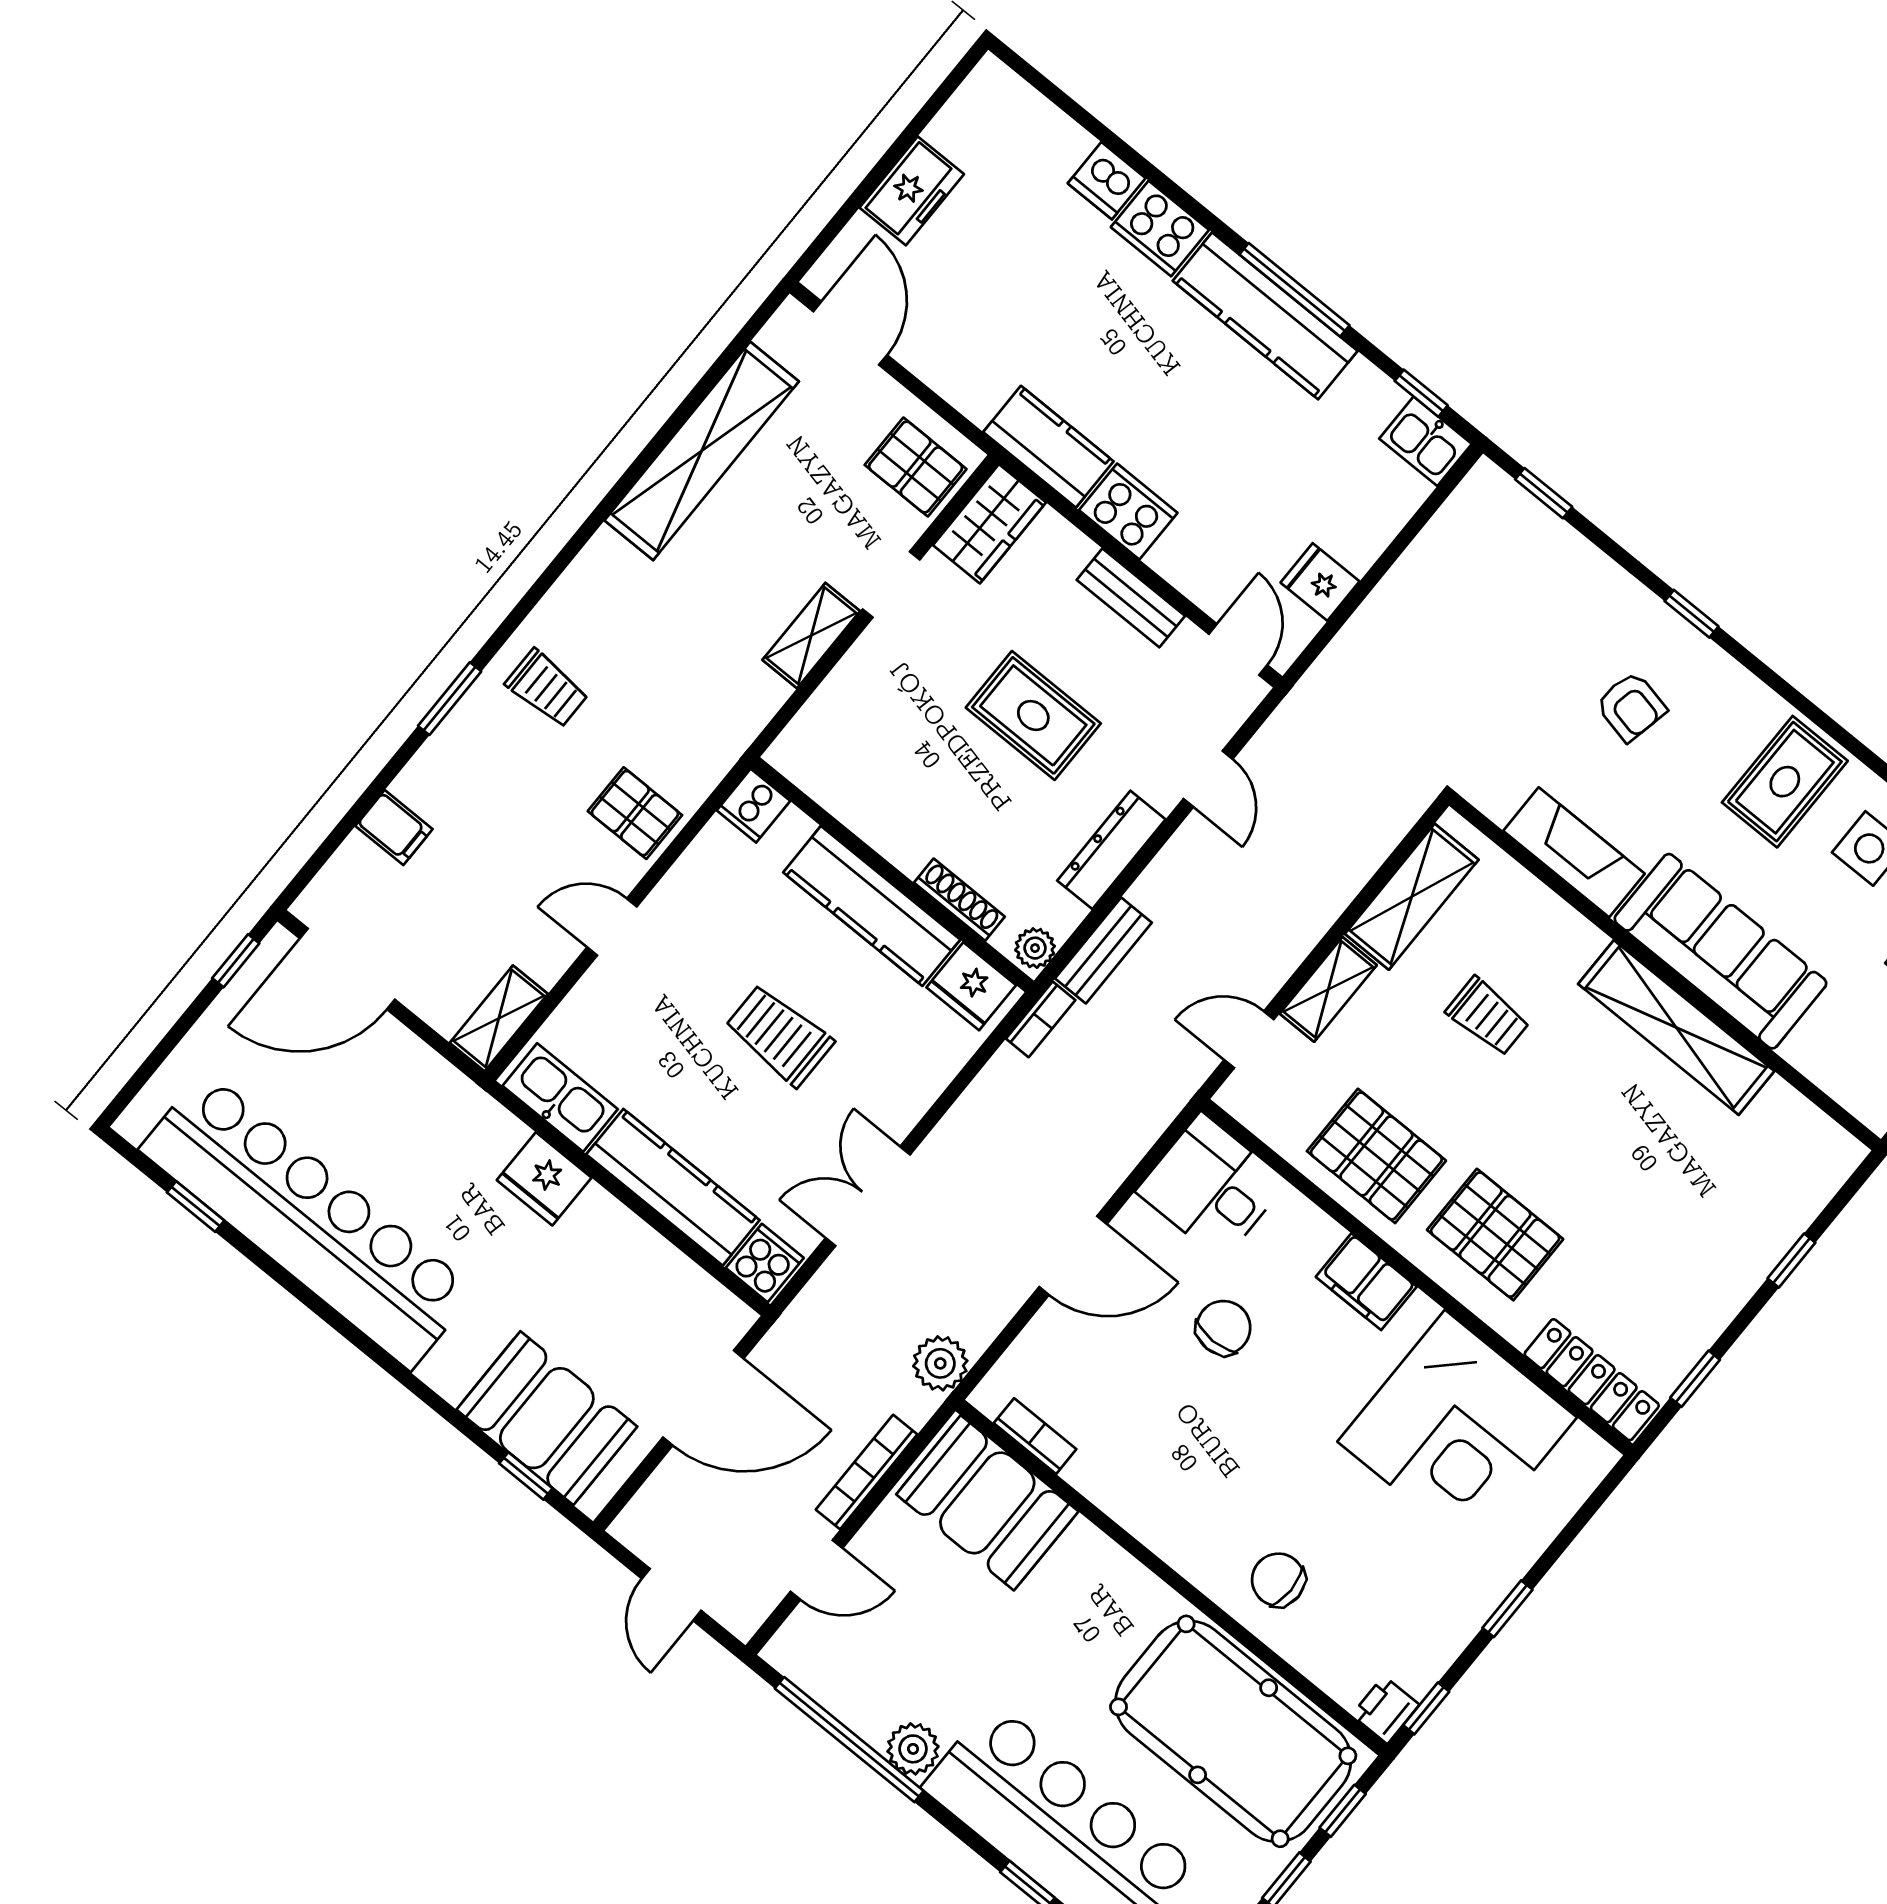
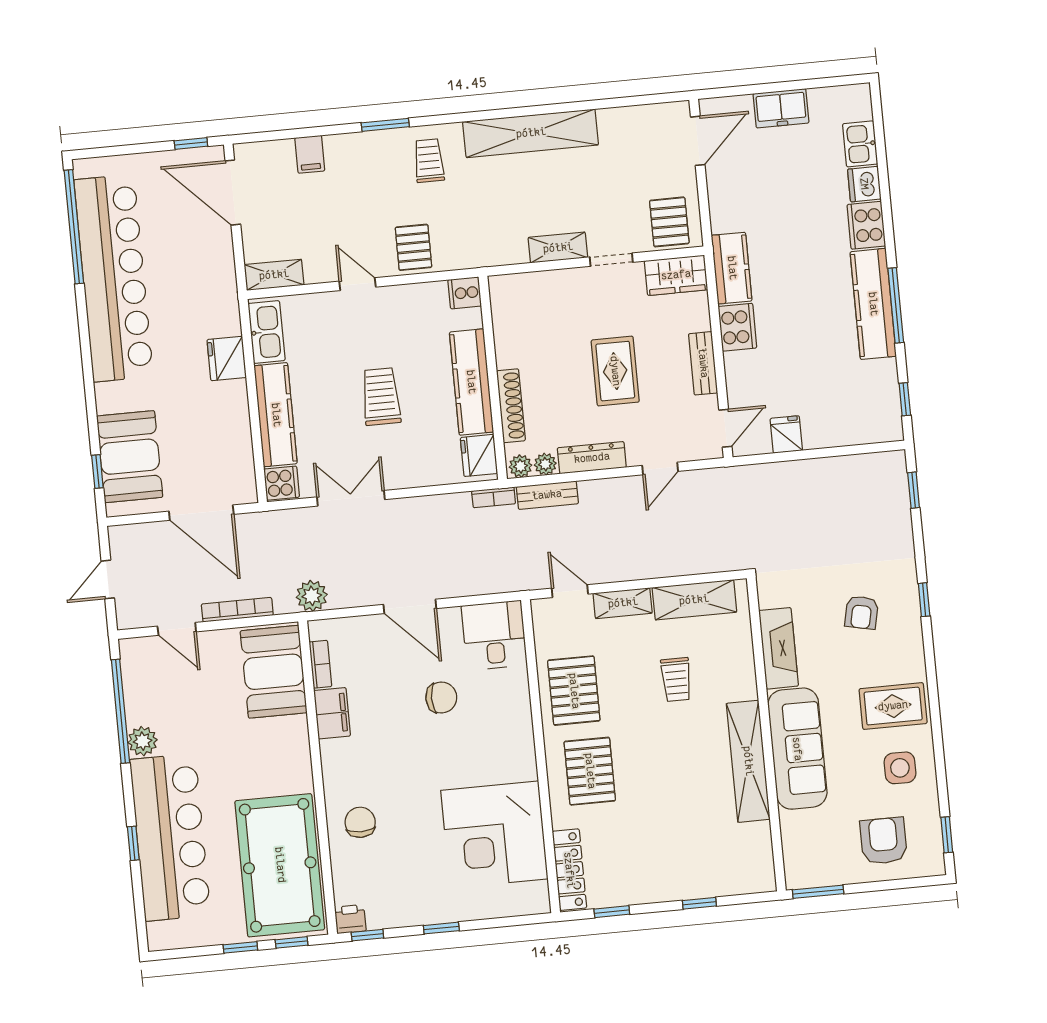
kitchen sink: (1425, 441) -> (860, 144), moved
shelving: (702, 451) -> (531, 133), moved
trolley: (547, 688) -> (429, 161), turned 180
shoe rack: (959, 900) -> (511, 406), width x1.36, depth x1.24
plant: (1063, 915) -> (545, 464), added
window: (196, 1206) -> (74, 227), width x3.17
filing cabinet: (1366, 1282) -> (332, 713), moved, turned 180

